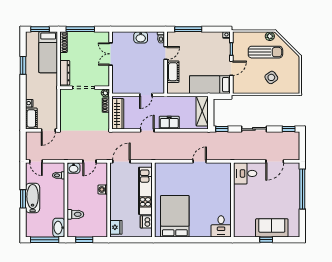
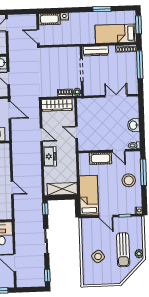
stool: (196, 44) -> (129, 180), added

